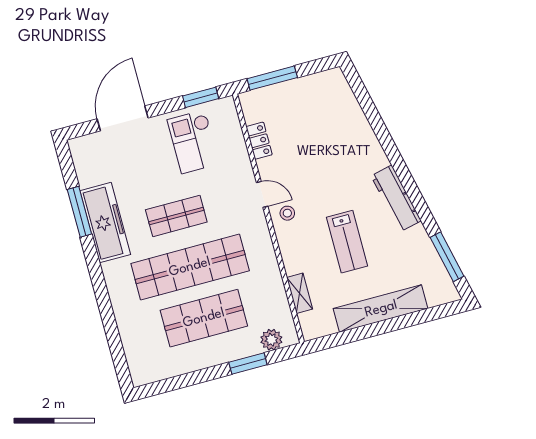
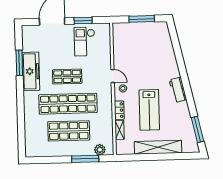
window: (272, 78) -> (142, 19), moved
window: (201, 97) -> (83, 21), moved
locker: (259, 141) -> (119, 110), moved
workbench: (396, 198) -> (178, 90), width x0.73
lab bench: (347, 242) -> (149, 110), width x1.36, depth x1.39
window: (248, 363) -> (85, 159), width x1.44

